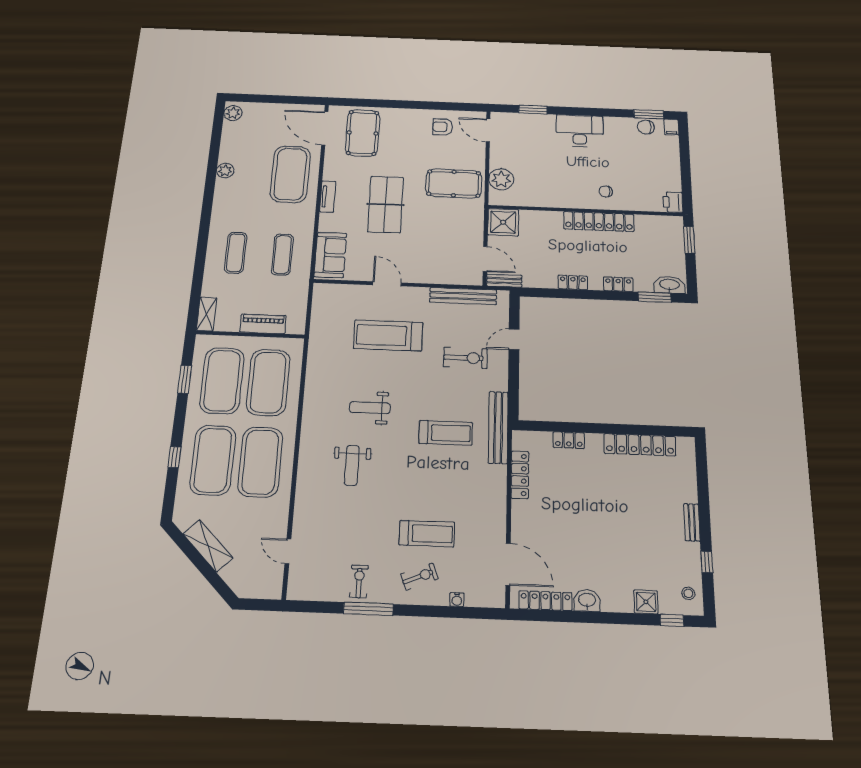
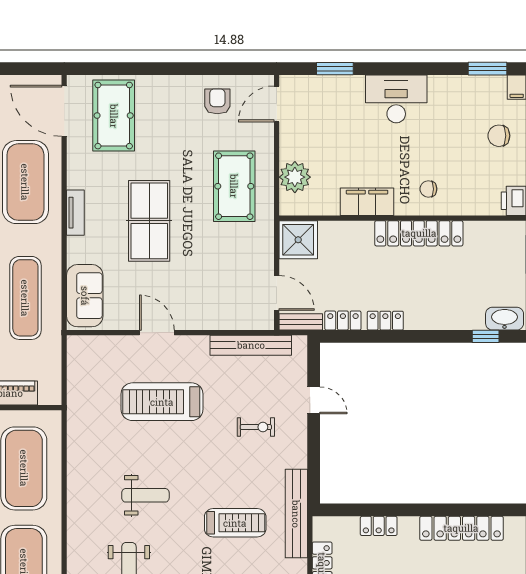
armchair: (443, 127) -> (217, 101), turned 90
chair: (646, 127) -> (499, 136), moved
door: (488, 130) -> (277, 104), hinge flipped
pool table: (454, 184) -> (234, 186), turned 90
filing cabinet: (558, 198) -> (367, 202), added
exercise mat: (282, 255) -> (25, 298), width x1.36, depth x1.45
locker: (618, 284) -> (343, 321), moved
window: (655, 297) -> (486, 336), width x0.67
door: (514, 339) -> (314, 400), swing flipped
exercise bike: (466, 358) -> (256, 427), width x0.73, depth x0.72
weight bench: (370, 408) -> (145, 495), turned 180

